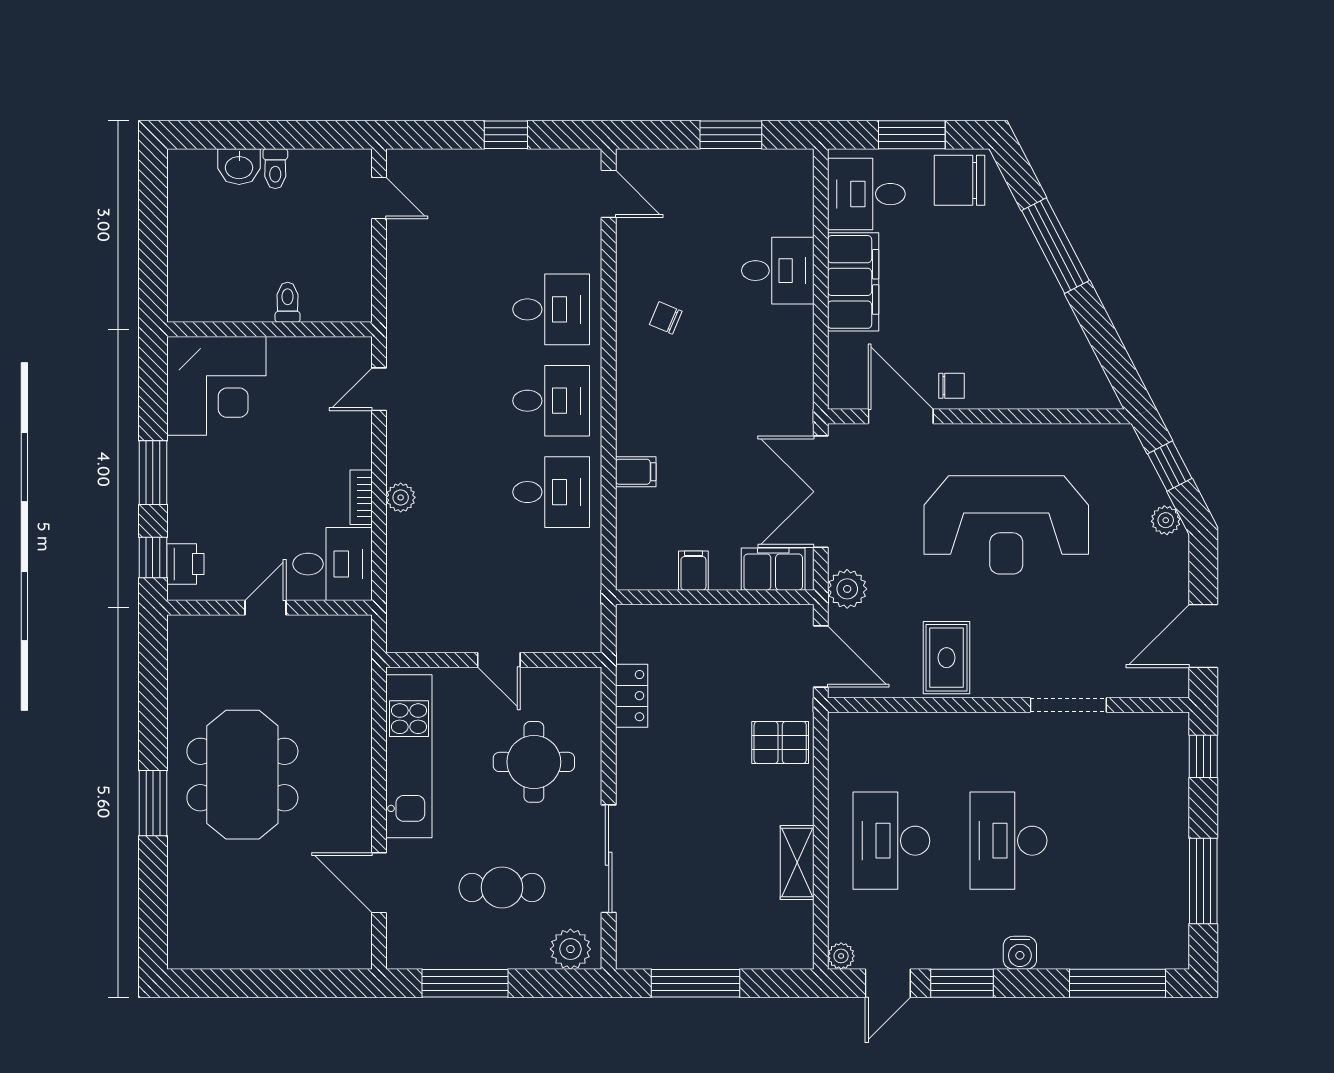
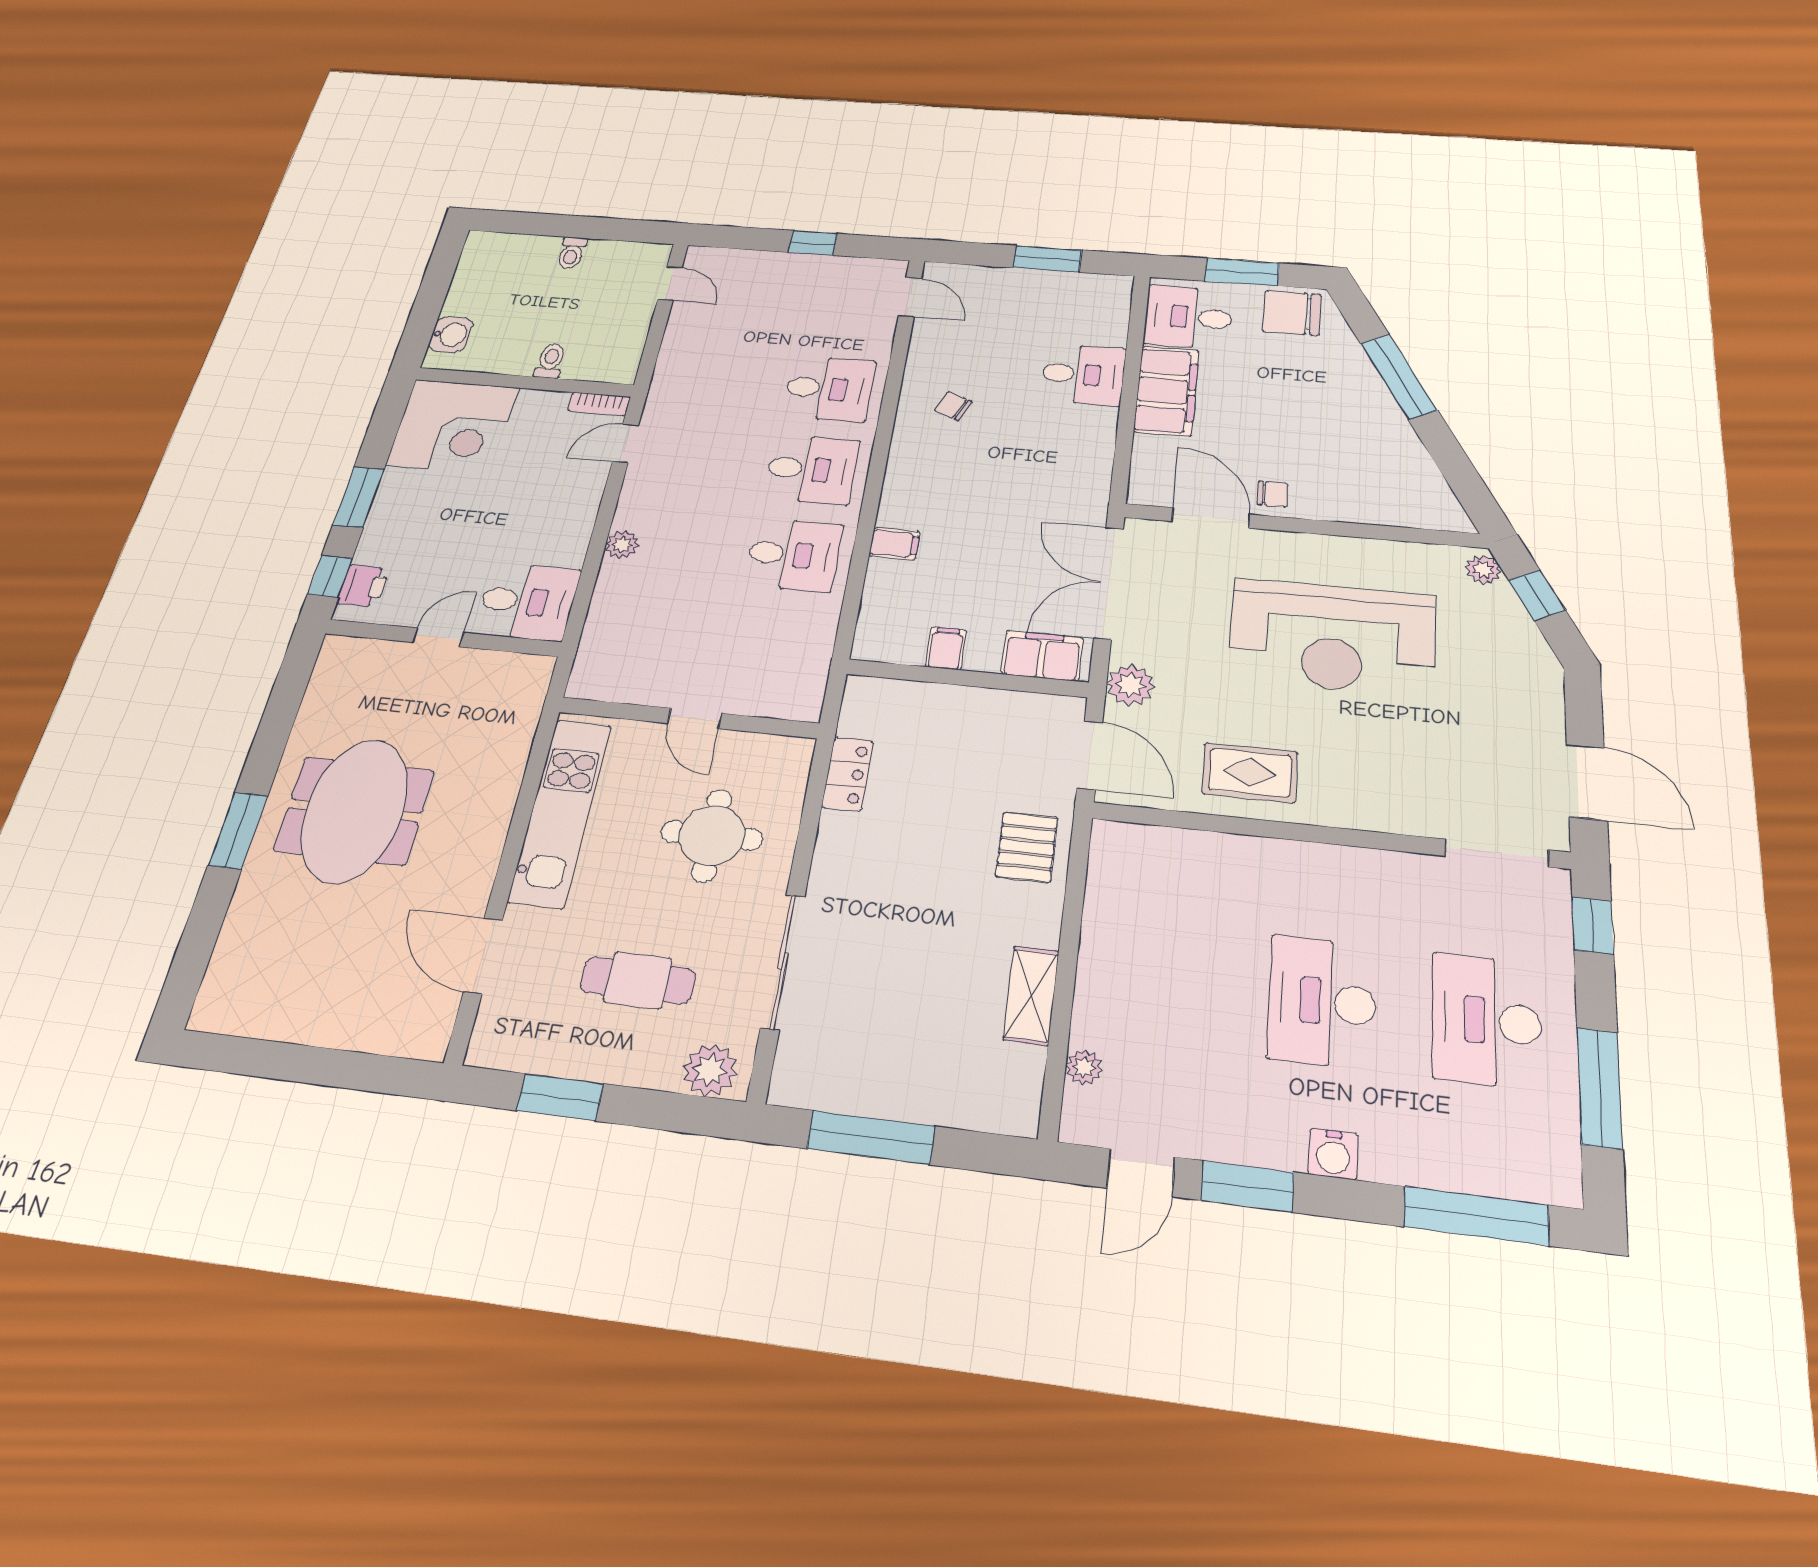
washbasin: (239, 167) -> (451, 335), moved, turned -90
bookcase: (361, 497) -> (599, 404), moved, turned -90
plant: (1166, 520) -> (1483, 570), moved
door: (1203, 636) -> (1587, 782), swing flipped
rug: (947, 658) -> (1250, 773), turned 90
doorway: (1068, 705) -> (1497, 853), moved
pallet: (780, 742) -> (1027, 847), turned 90
desk: (891, 841) -> (1486, 1021), moved
plant: (841, 956) -> (1084, 1067), moved
window: (465, 983) -> (560, 1097), width x0.69

